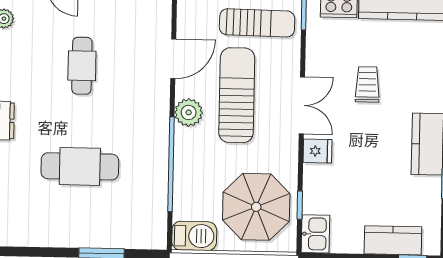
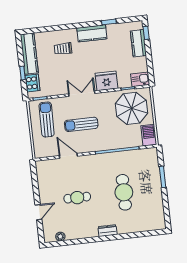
trolley: (367, 84) -> (63, 49), moved
sun lounger: (237, 95) -> (81, 124), width x0.73, depth x0.75
plant: (189, 112) -> (92, 145), removed
fridge: (318, 151) -> (107, 81), width x1.88, depth x1.34

